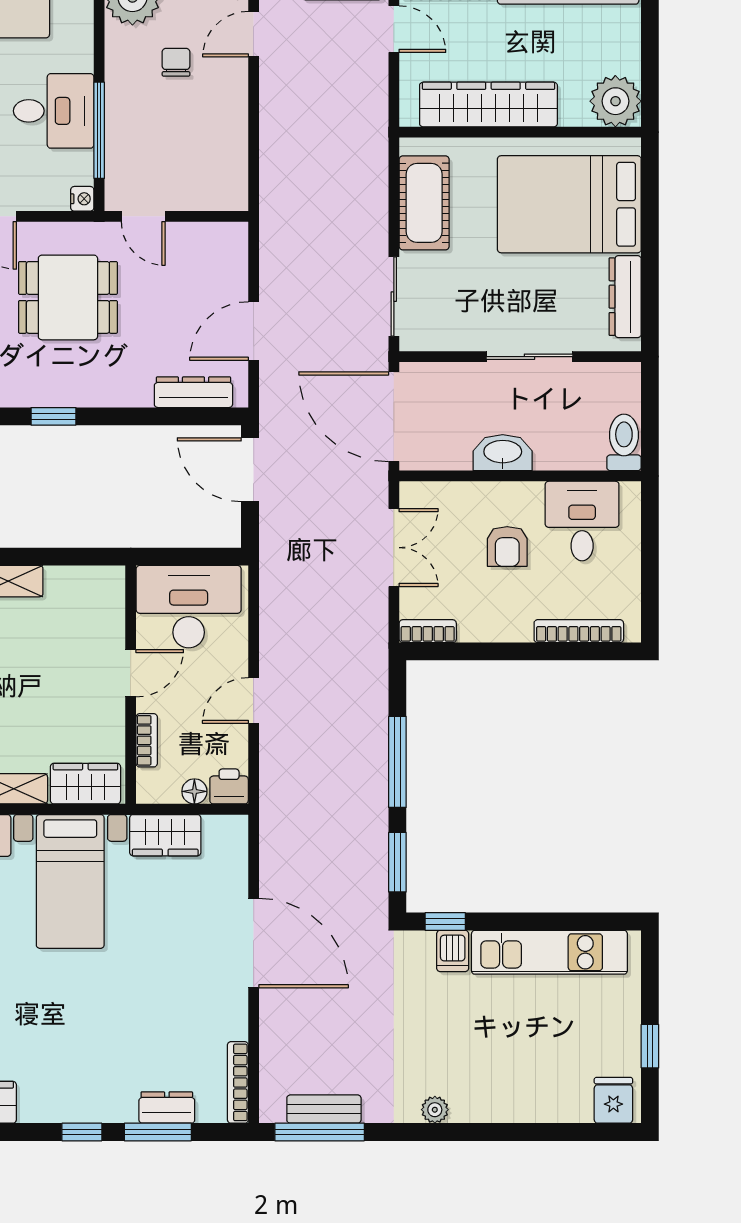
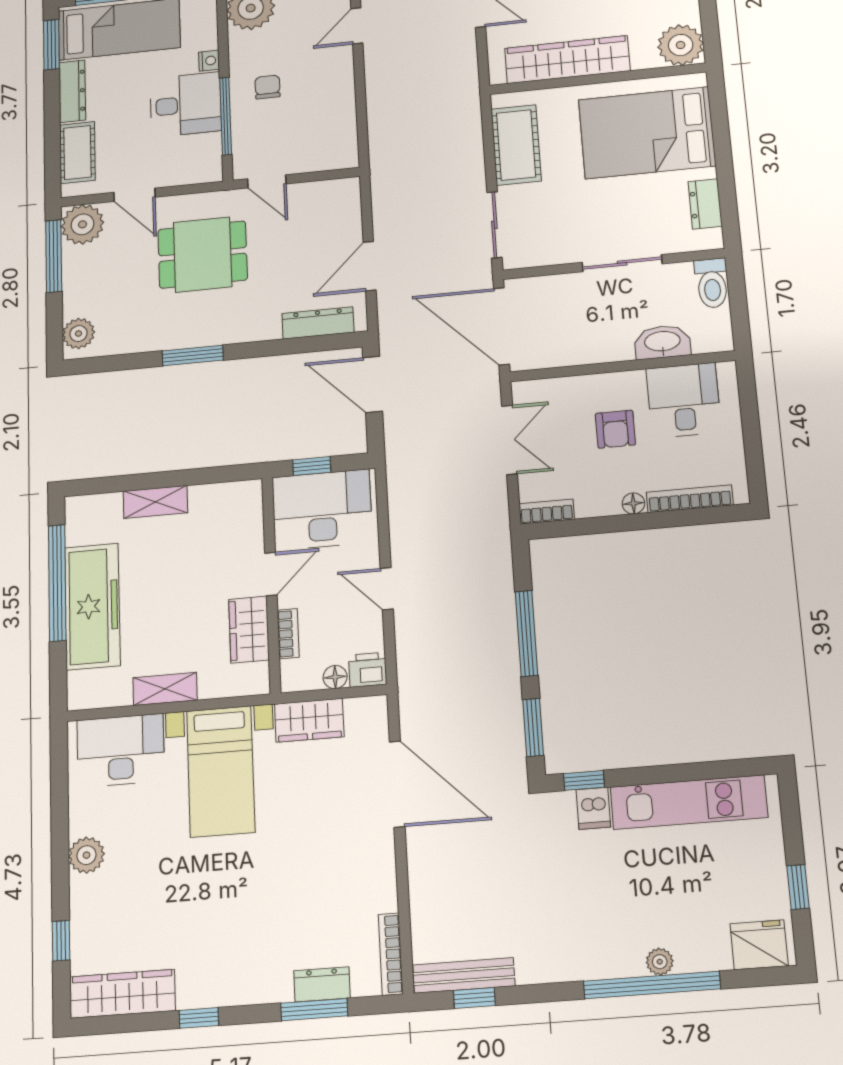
chair: (176, 62) -> (268, 87), moved
nightstand: (82, 199) -> (209, 61), moved
dresser: (625, 297) -> (705, 204), width x0.70
window: (54, 416) -> (193, 355), width x1.50
toilet: (624, 442) -> (712, 283), moved, turned 180
washbasin: (503, 453) -> (662, 342), moved
window: (180, 557) -> (312, 466), added
floor lamp: (520, 631) -> (633, 503), added
door: (254, 701) -> (387, 589), hinge flipped
wardrobe: (85, 784) -> (249, 630), moved, turned -90
door: (254, 943) -> (397, 784), moved
fridge: (613, 1100) -> (759, 945), width x1.38
bench: (324, 1109) -> (464, 975), width x1.36
plant: (435, 1110) -> (660, 962), moved
window: (82, 1132) -> (199, 1018), moved
window: (320, 1132) -> (474, 998), width x0.46
window: (497, 1132) -> (652, 985), added

